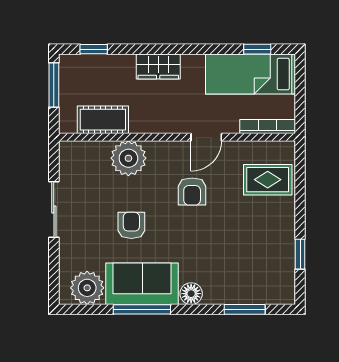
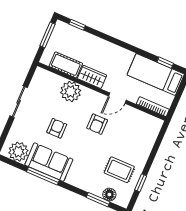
wardrobe: (158, 67) -> (92, 77), moved, turned 180
rug: (268, 180) -> (119, 170), moved
floor lamp: (191, 294) -> (109, 195), moved

